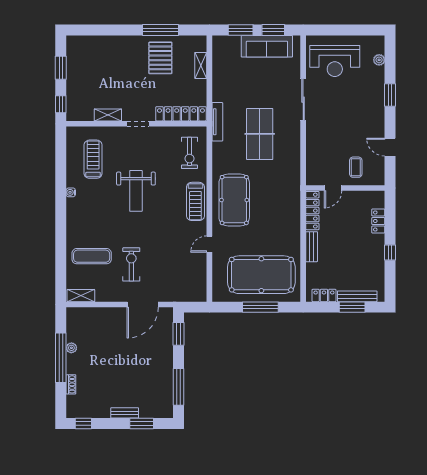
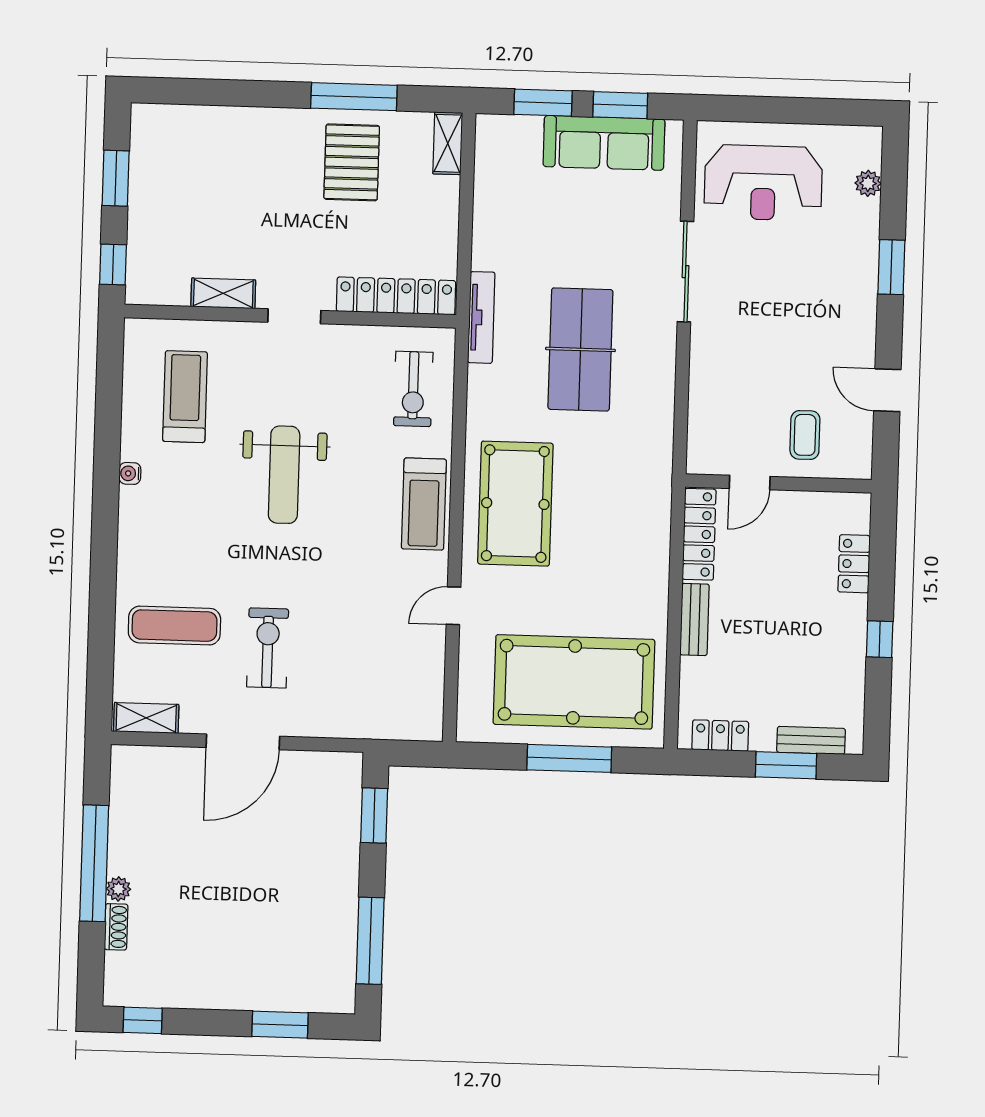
shelving: (201, 65) -> (448, 143), moved
bench: (357, 296) -> (811, 740), width x0.73
door: (143, 304) -> (243, 742), moved
plant: (71, 348) -> (118, 889), moved
bench: (125, 413) -> (241, 998), removed

